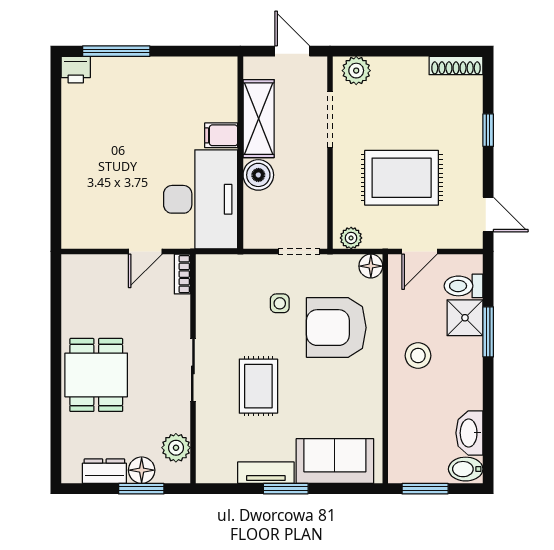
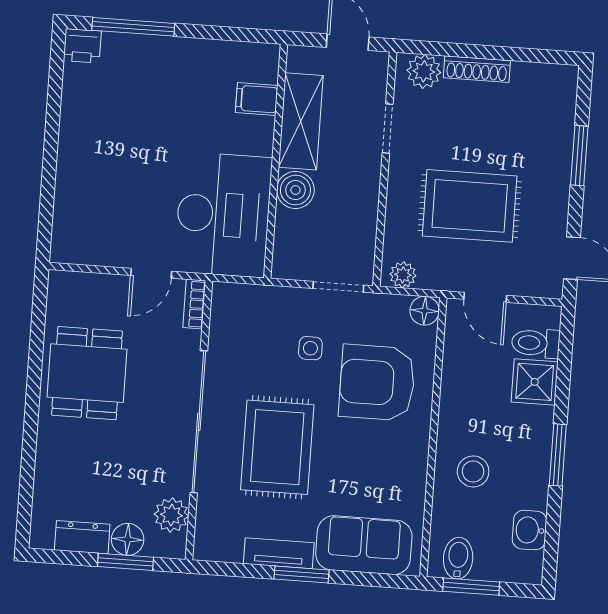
shoe rack: (456, 66) -> (477, 69), moved
doorway: (330, 119) -> (388, 128), width x0.73
window: (488, 130) -> (579, 156), width x1.50
filing cabinet: (221, 135) -> (257, 99), moved
door: (420, 251) -> (485, 297), hinge flipped
window: (488, 332) -> (558, 455), moved
stool: (418, 356) -> (473, 471), moved
sliding door: (193, 370) -> (199, 422), width x1.86
dining table: (96, 375) -> (87, 373), moved
rug: (258, 386) -> (277, 447), width x1.36, depth x1.43
washbasin: (469, 433) -> (529, 530), width x0.72
bidet: (466, 469) -> (458, 558), moved, turned 90

